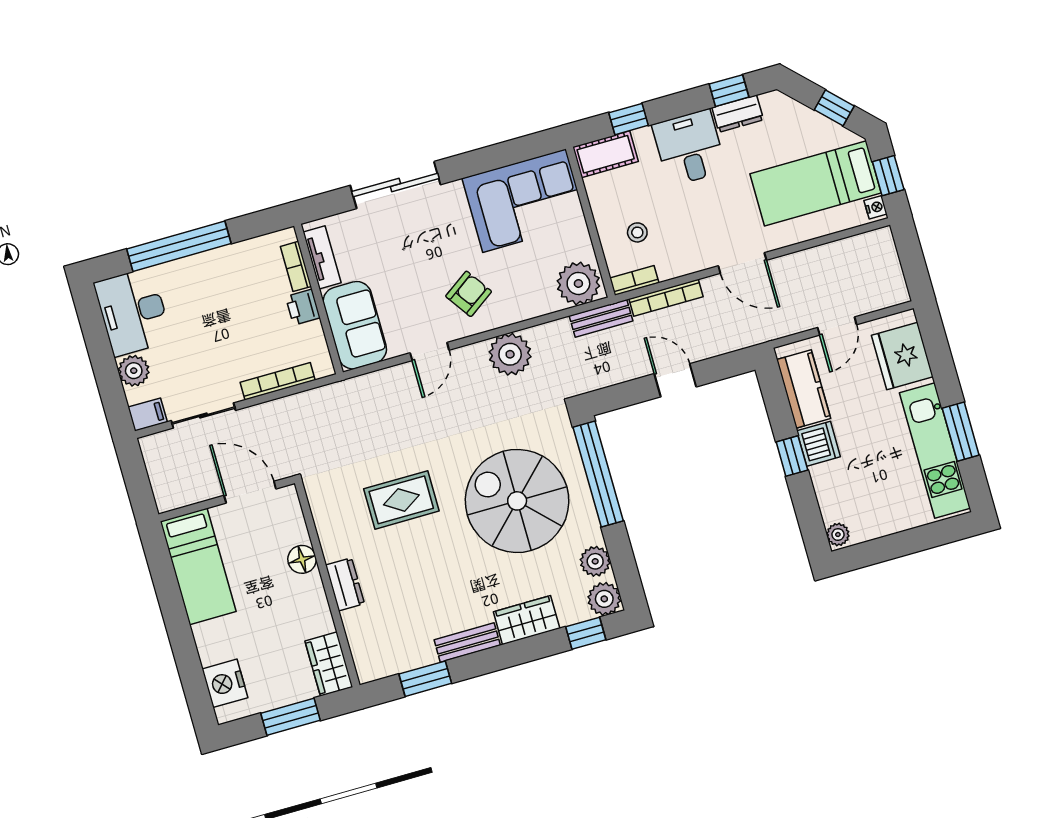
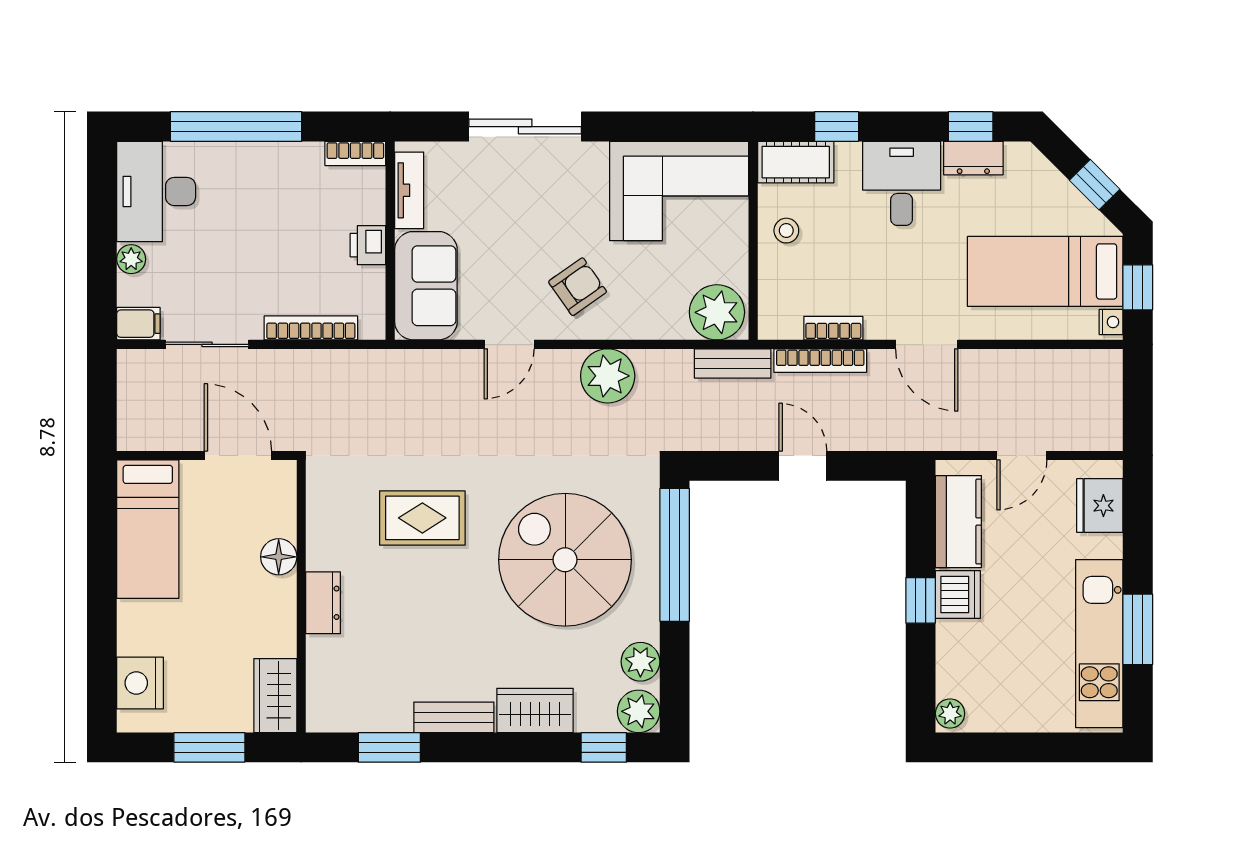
stool: (637, 232) -> (786, 231), moved
bookcase: (296, 266) -> (355, 153), moved, turned -90
bookcase: (634, 280) -> (833, 328), moved
fridge: (902, 356) -> (1100, 506), width x0.73, depth x0.75
plant: (134, 371) -> (131, 259), width x0.73, depth x0.73

